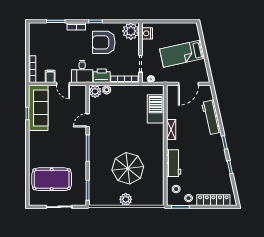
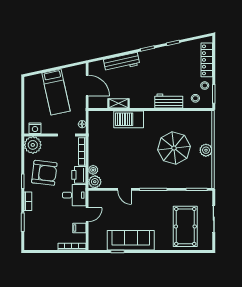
armchair: (104, 42) -> (44, 173), turned -83
sofa: (38, 108) -> (131, 240), moved
barbecue: (156, 109) -> (129, 119), moved
shelving: (171, 129) -> (118, 103), moved

